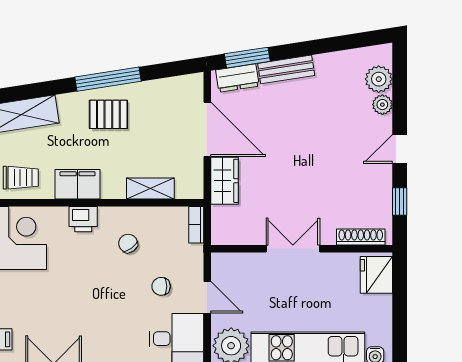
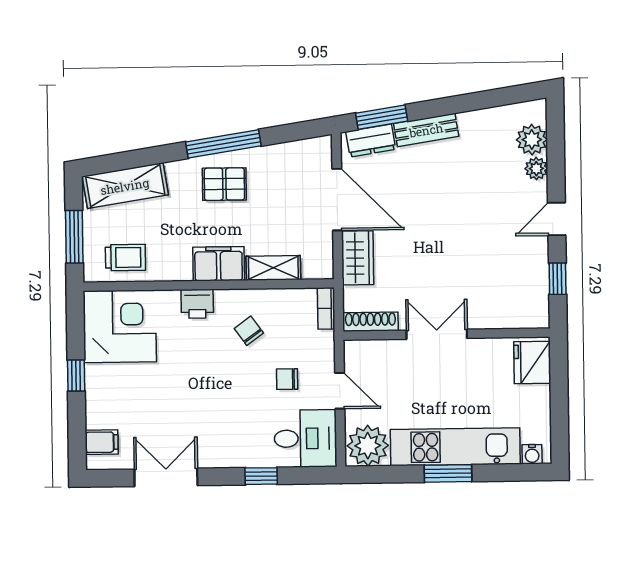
filing cabinet: (78, 184) -> (219, 264), moved
shoe rack: (361, 237) -> (370, 322), moved

